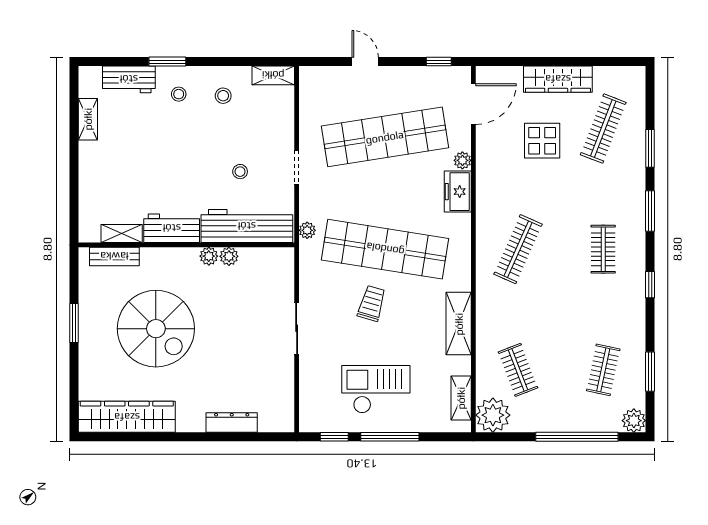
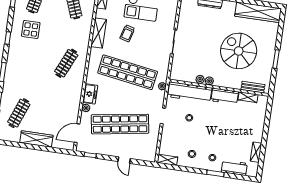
display table: (542, 141) -> (31, 29), moved
clothes rail: (603, 249) -> (27, 58), removed
trolley: (372, 303) -> (127, 33), moved

